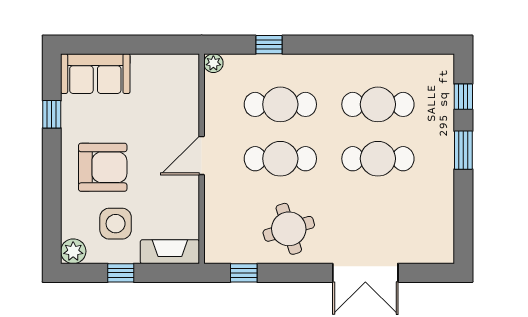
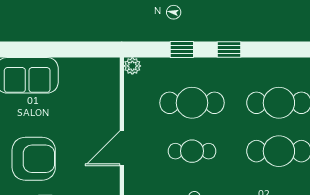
window: (322, 45) -> (229, 49), added
cafe table: (280, 159) -> (192, 151), width x0.73, depth x0.74

